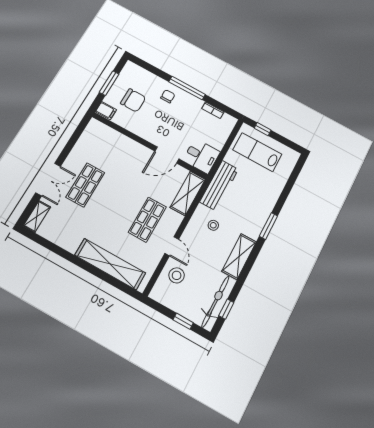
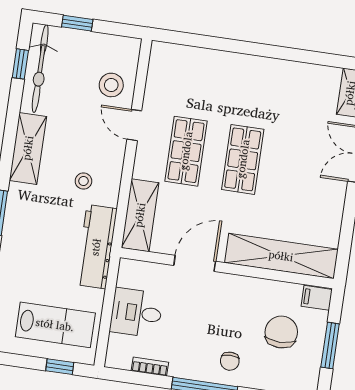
chair: (133, 100) -> (281, 332), turned 90
desk: (201, 156) -> (136, 313), moved
shop shelf: (85, 185) -> (243, 159), moved
shelving: (110, 264) -> (281, 256), moved

